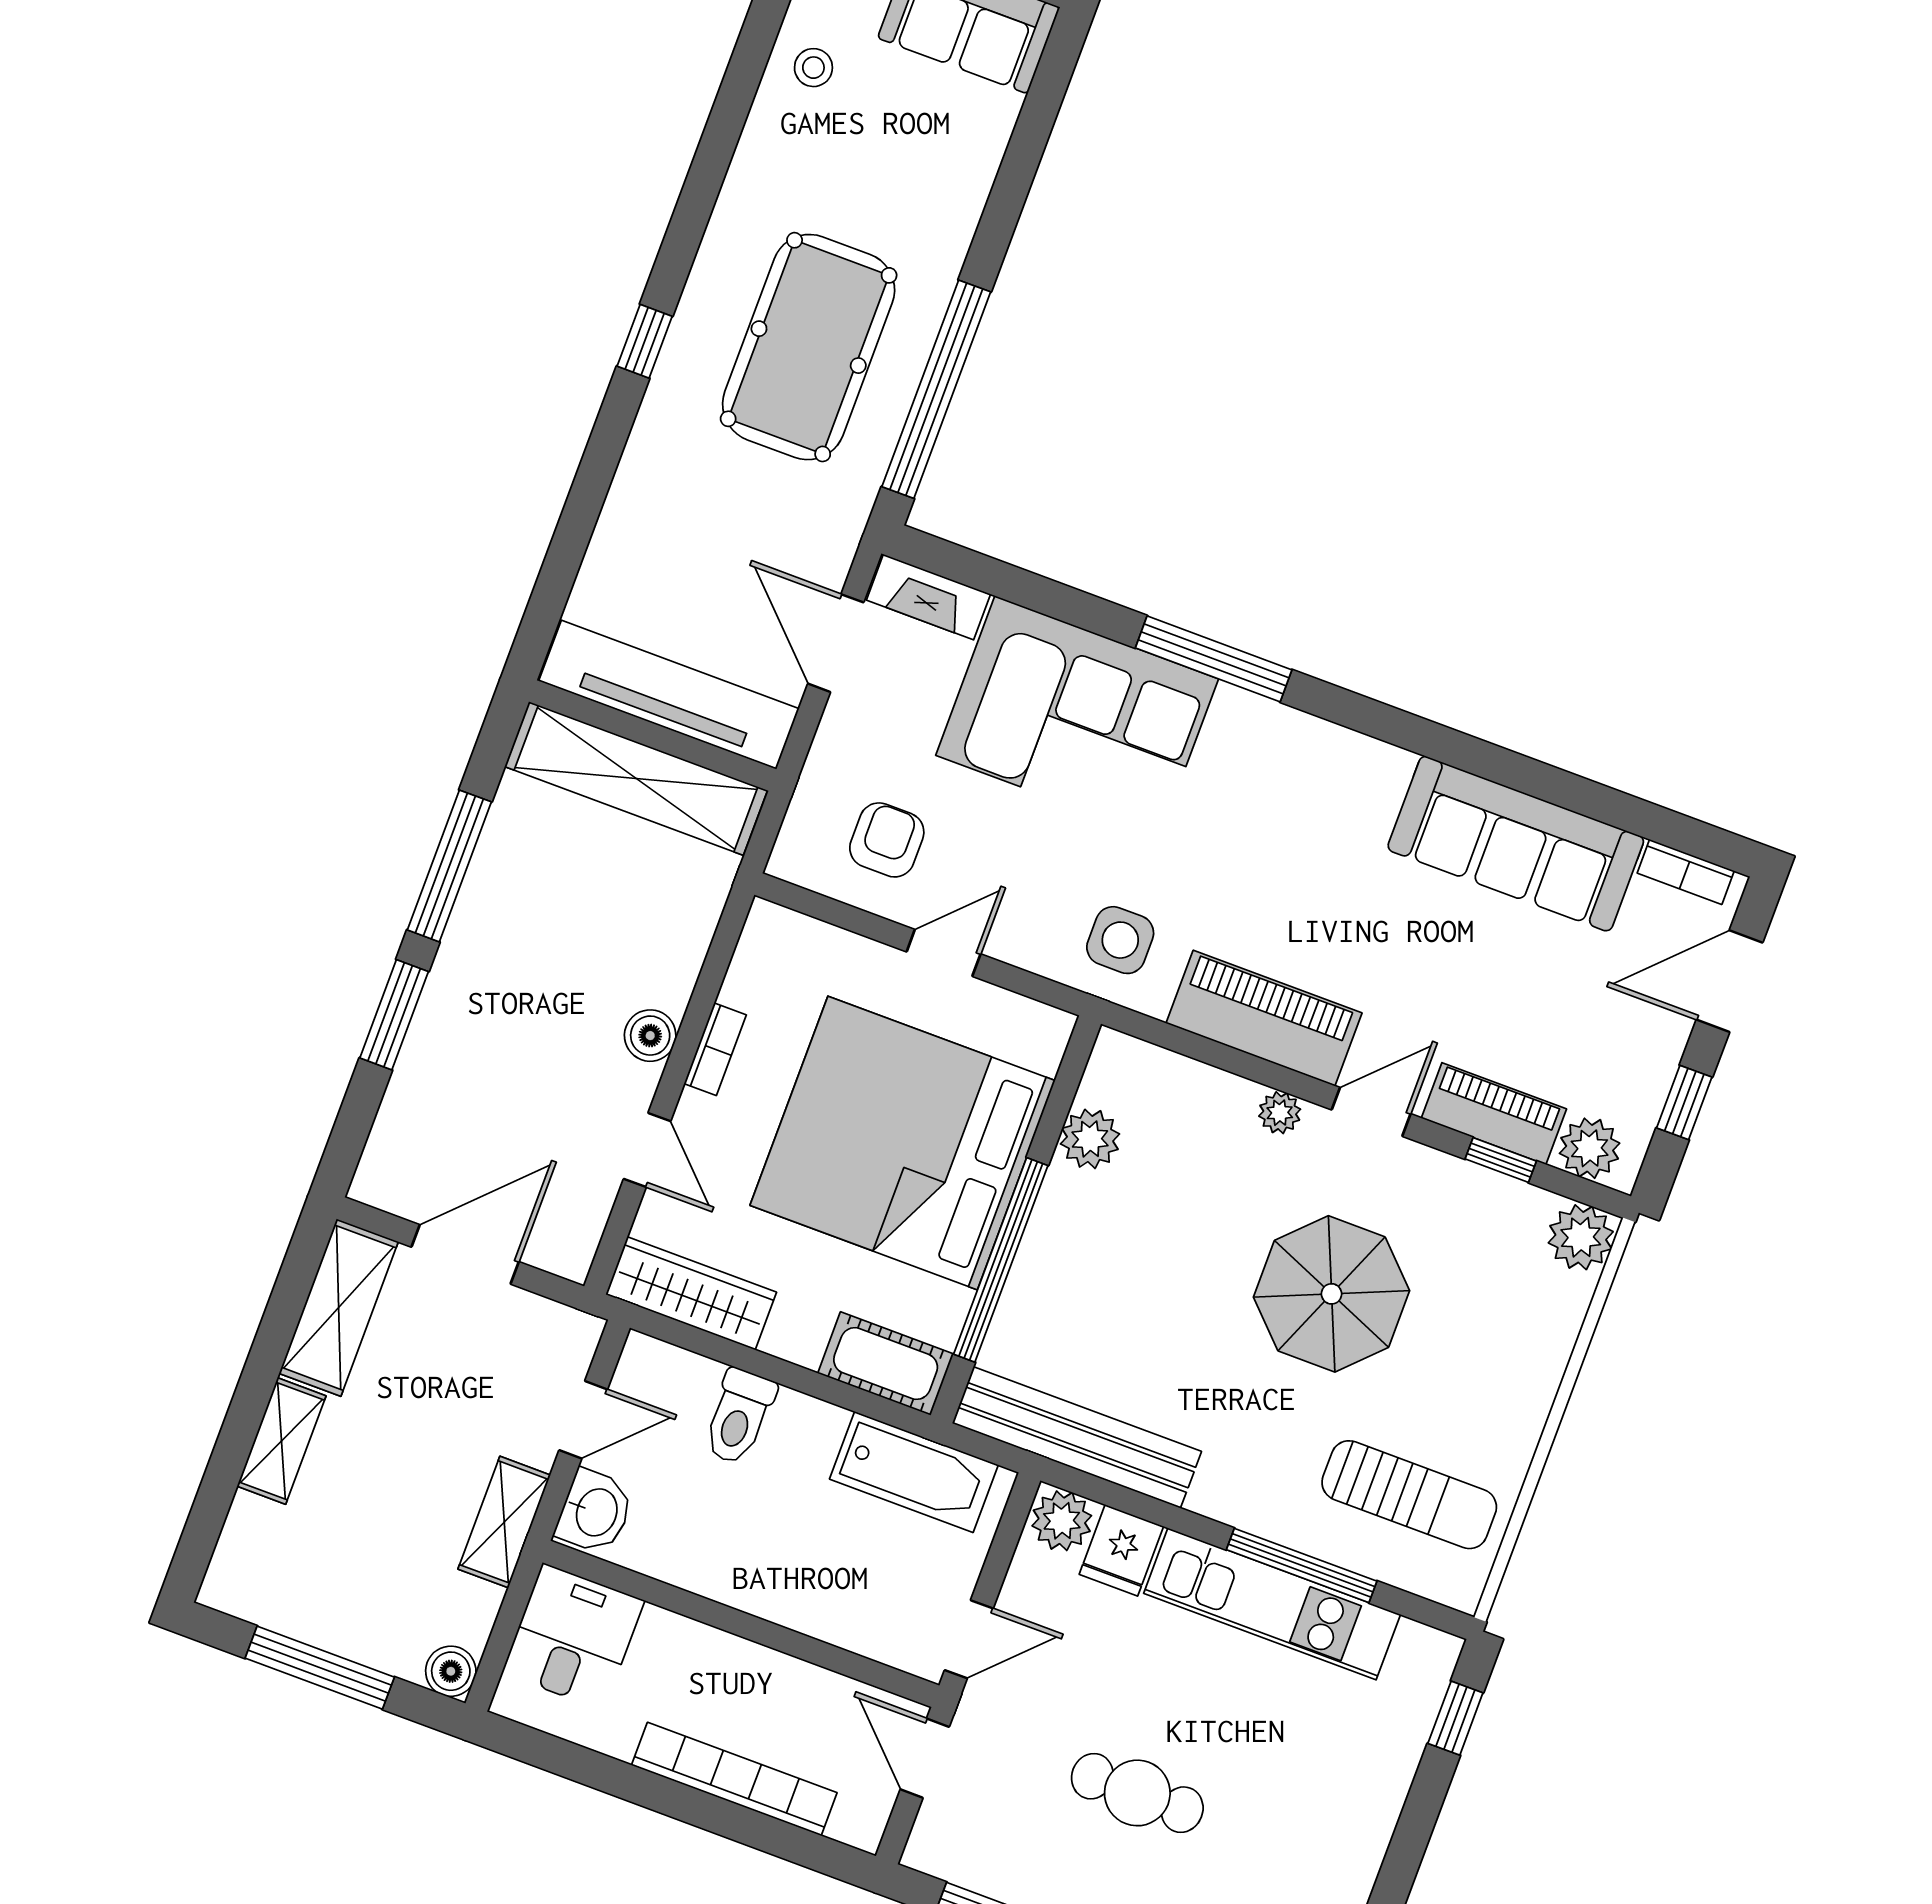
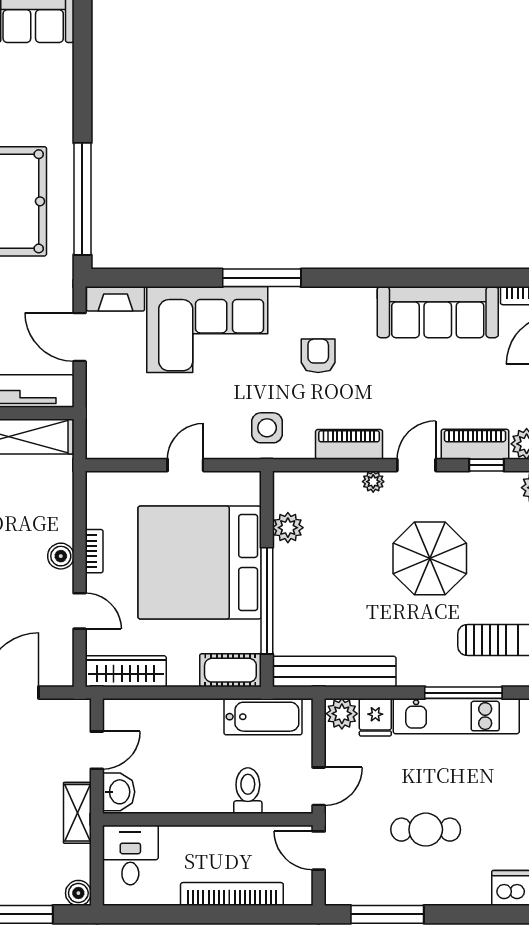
armchair: (887, 840) -> (318, 356), moved
piano: (1264, 1018) -> (349, 444), width x0.73, depth x0.75
toilet: (739, 1417) -> (248, 791), moved, turned 180

